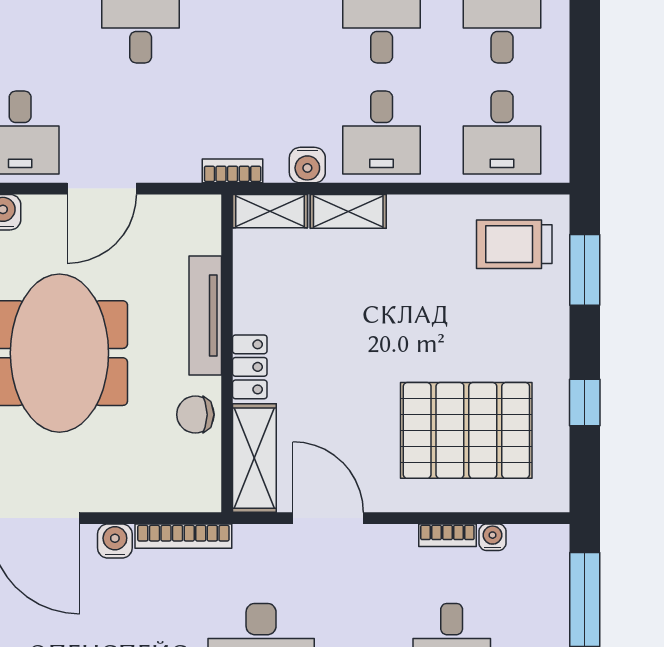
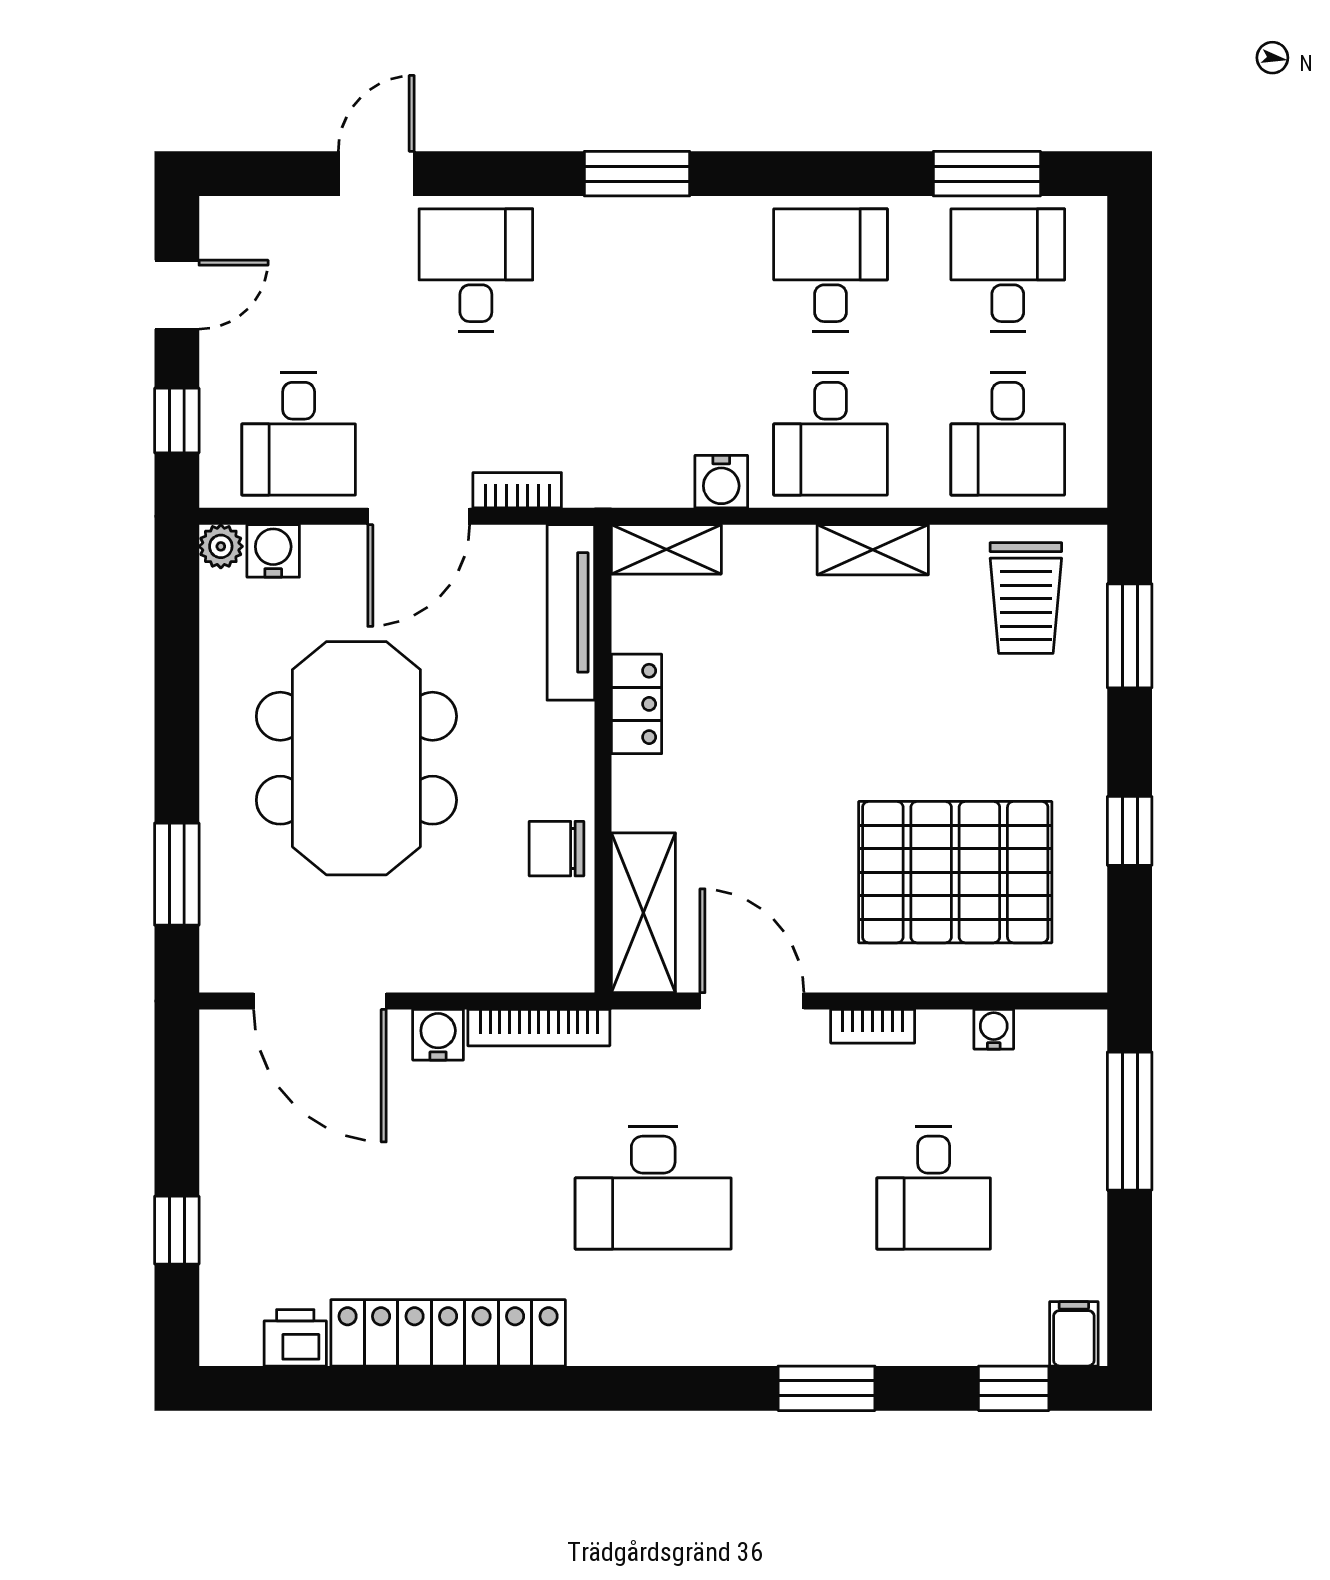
bookcase: (233, 171) -> (517, 490), moved
shelving: (348, 211) -> (873, 550), moved
trolley: (514, 244) -> (1026, 598), turned -90
tv unit: (205, 316) -> (571, 612), moved
locker: (250, 367) -> (637, 704), moved
bookcase: (447, 535) -> (873, 1026), moved

